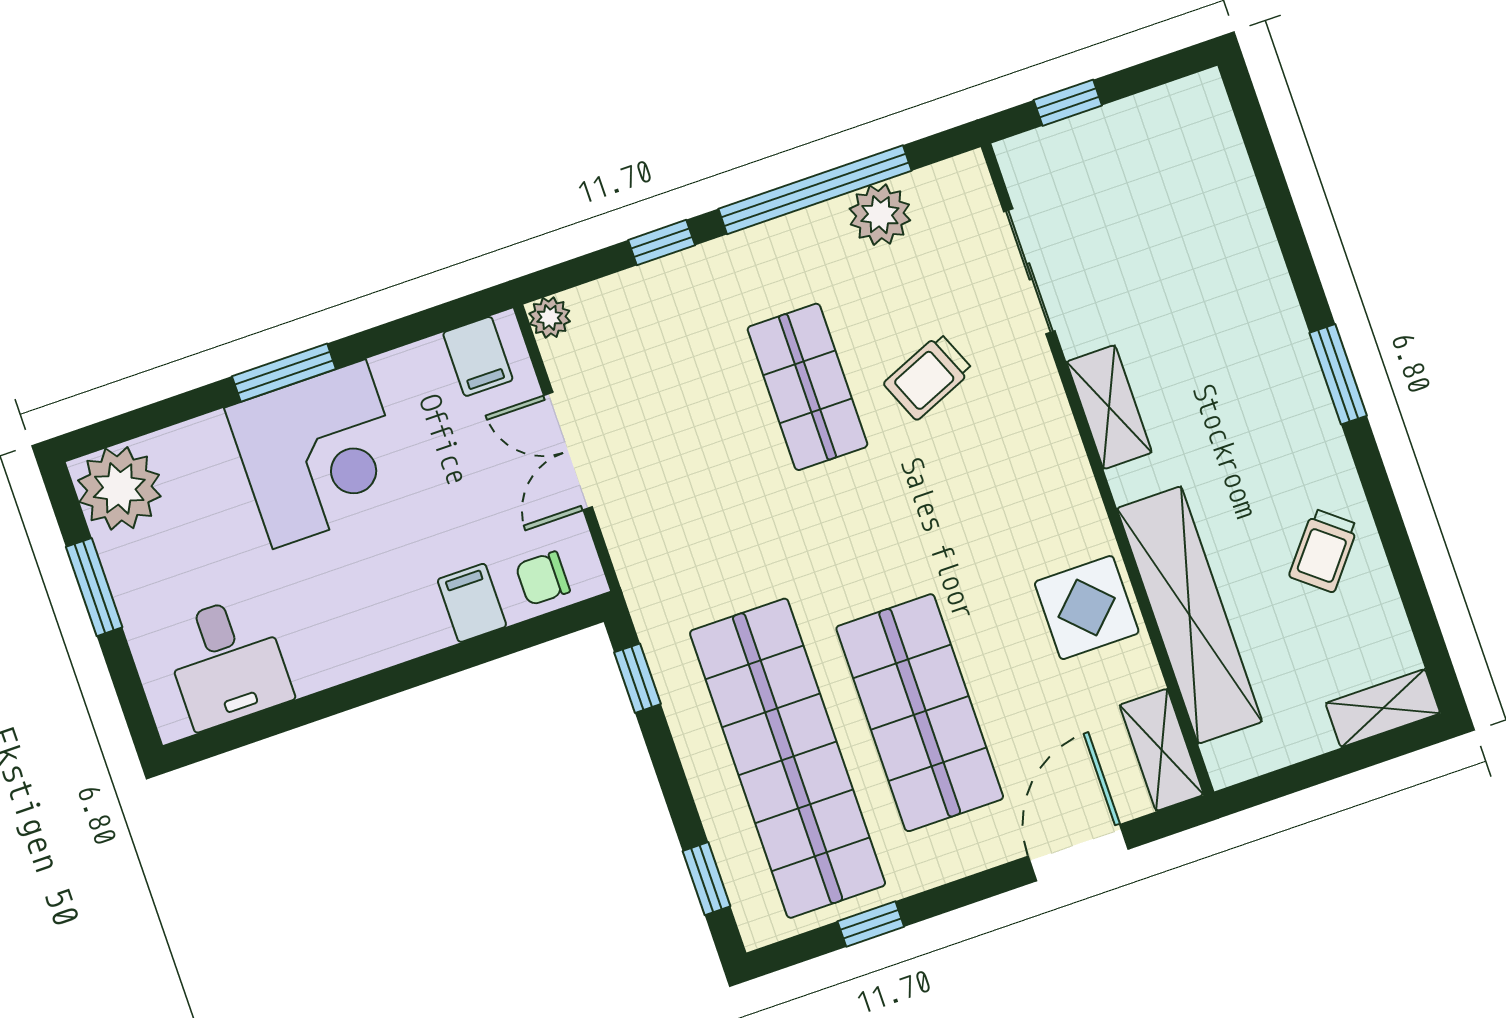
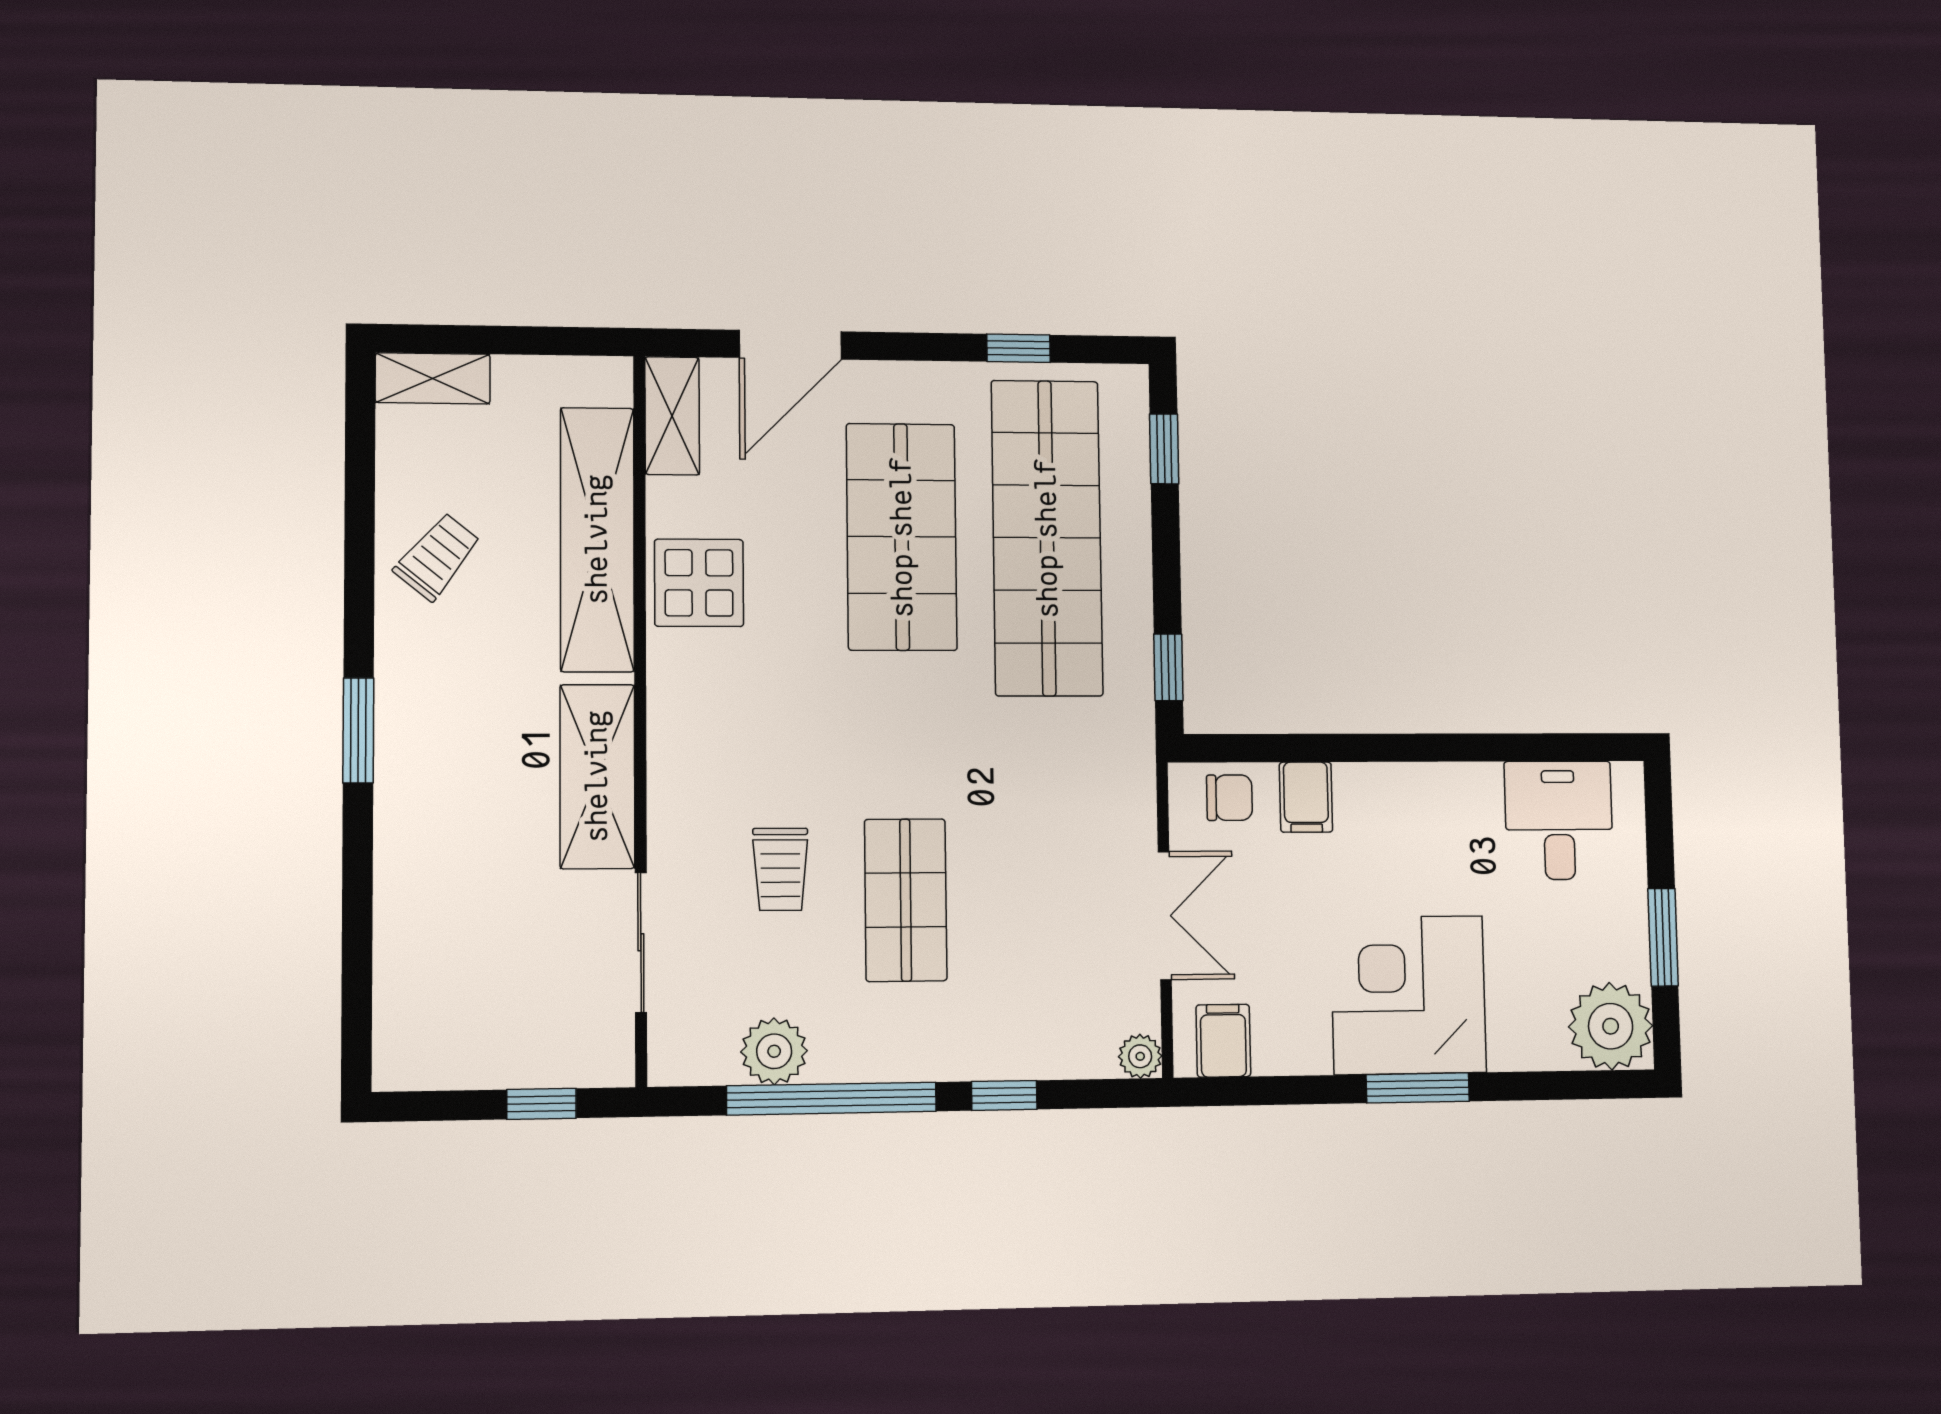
trolley: (928, 377) -> (780, 869), turned 113
shelving: (1109, 407) -> (597, 776), width x1.50, depth x1.33

